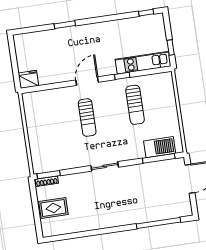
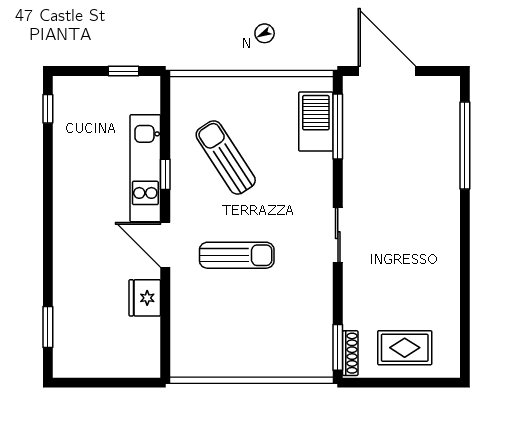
window: (65, 25) -> (48, 327), moved
kitchen unit: (143, 63) -> (145, 168), moved
fridge: (28, 79) -> (145, 298), moved
sun lounger: (135, 105) -> (226, 158), turned -123
rug: (53, 208) -> (405, 348), turned 90

